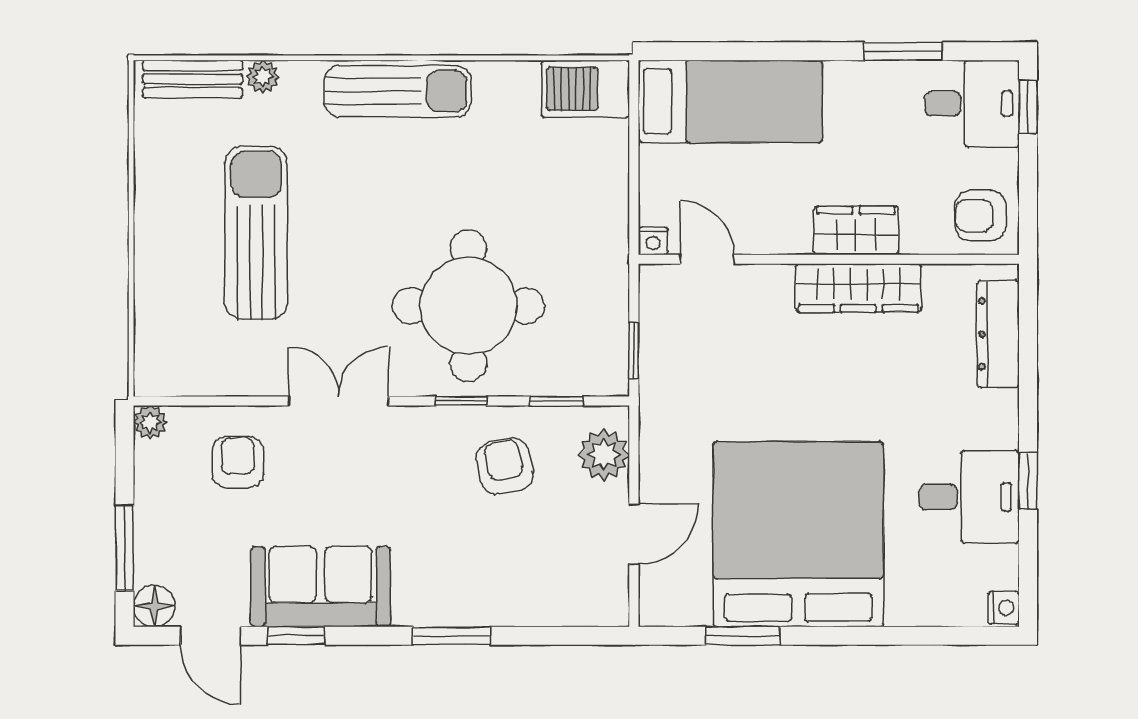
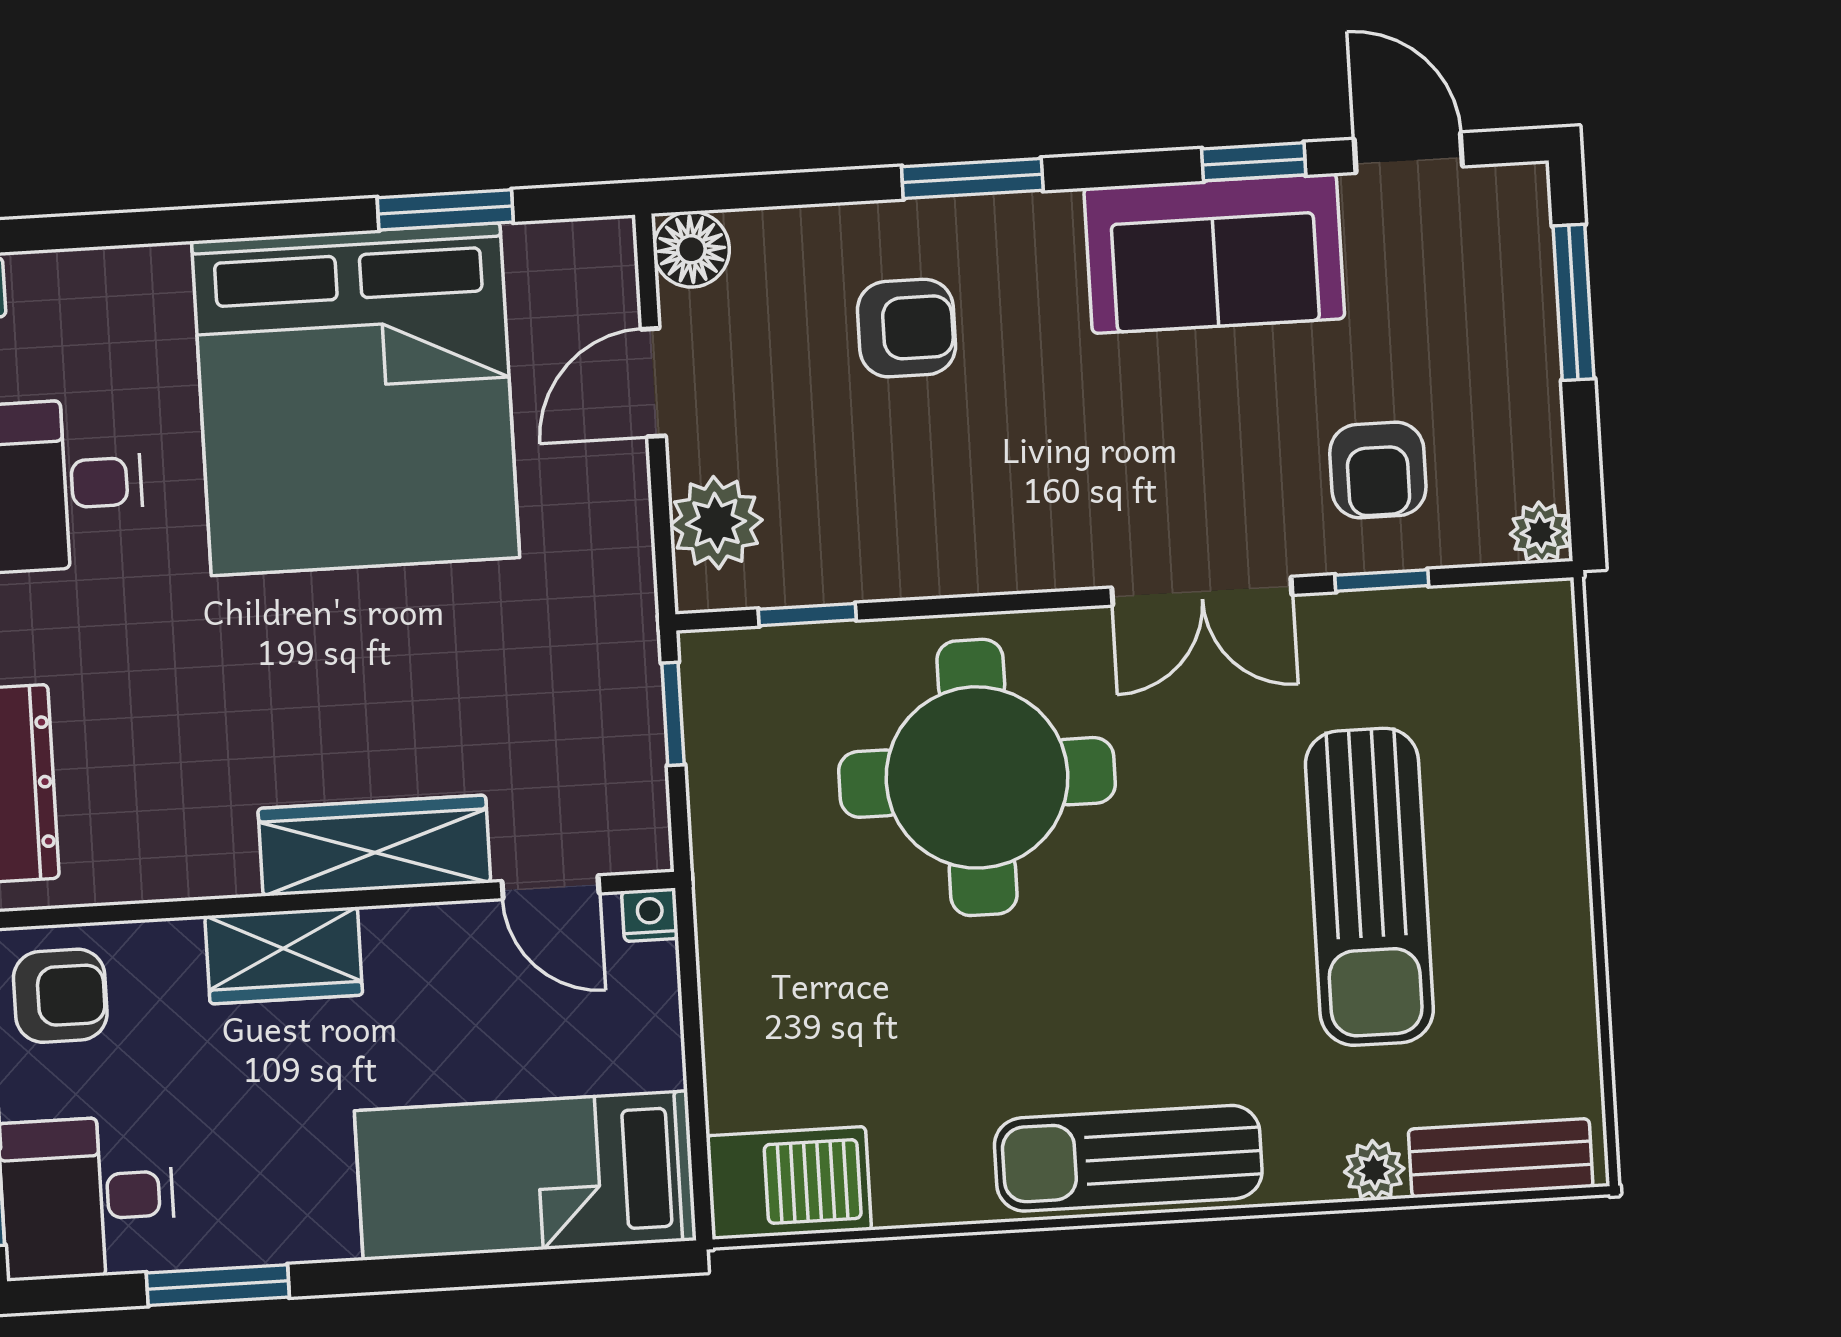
wardrobe: (858, 288) -> (374, 846), moved
window: (461, 401) -> (1382, 580), moved
armchair: (505, 466) -> (906, 328), moved, turned -78
floor lamp: (154, 606) -> (691, 249), moved

